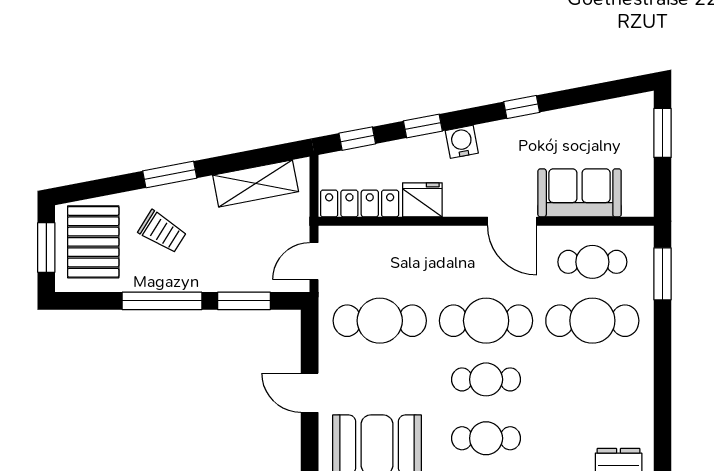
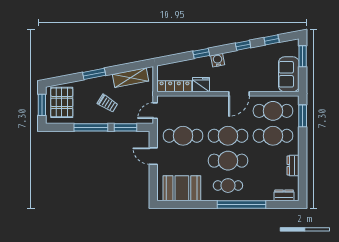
window: (357, 139) -> (272, 40), moved
sofa: (580, 193) -> (289, 74), moved, turned -90
door: (512, 221) -> (239, 94), hinge flipped
trolley: (162, 232) -> (107, 103), moved
cafe table: (592, 262) -> (273, 111), width x1.37, depth x1.35
cafe table: (486, 379) -> (228, 161), width x1.37, depth x1.35
dresser: (640, 391) -> (293, 165), added
door: (310, 393) -> (153, 156), moved

